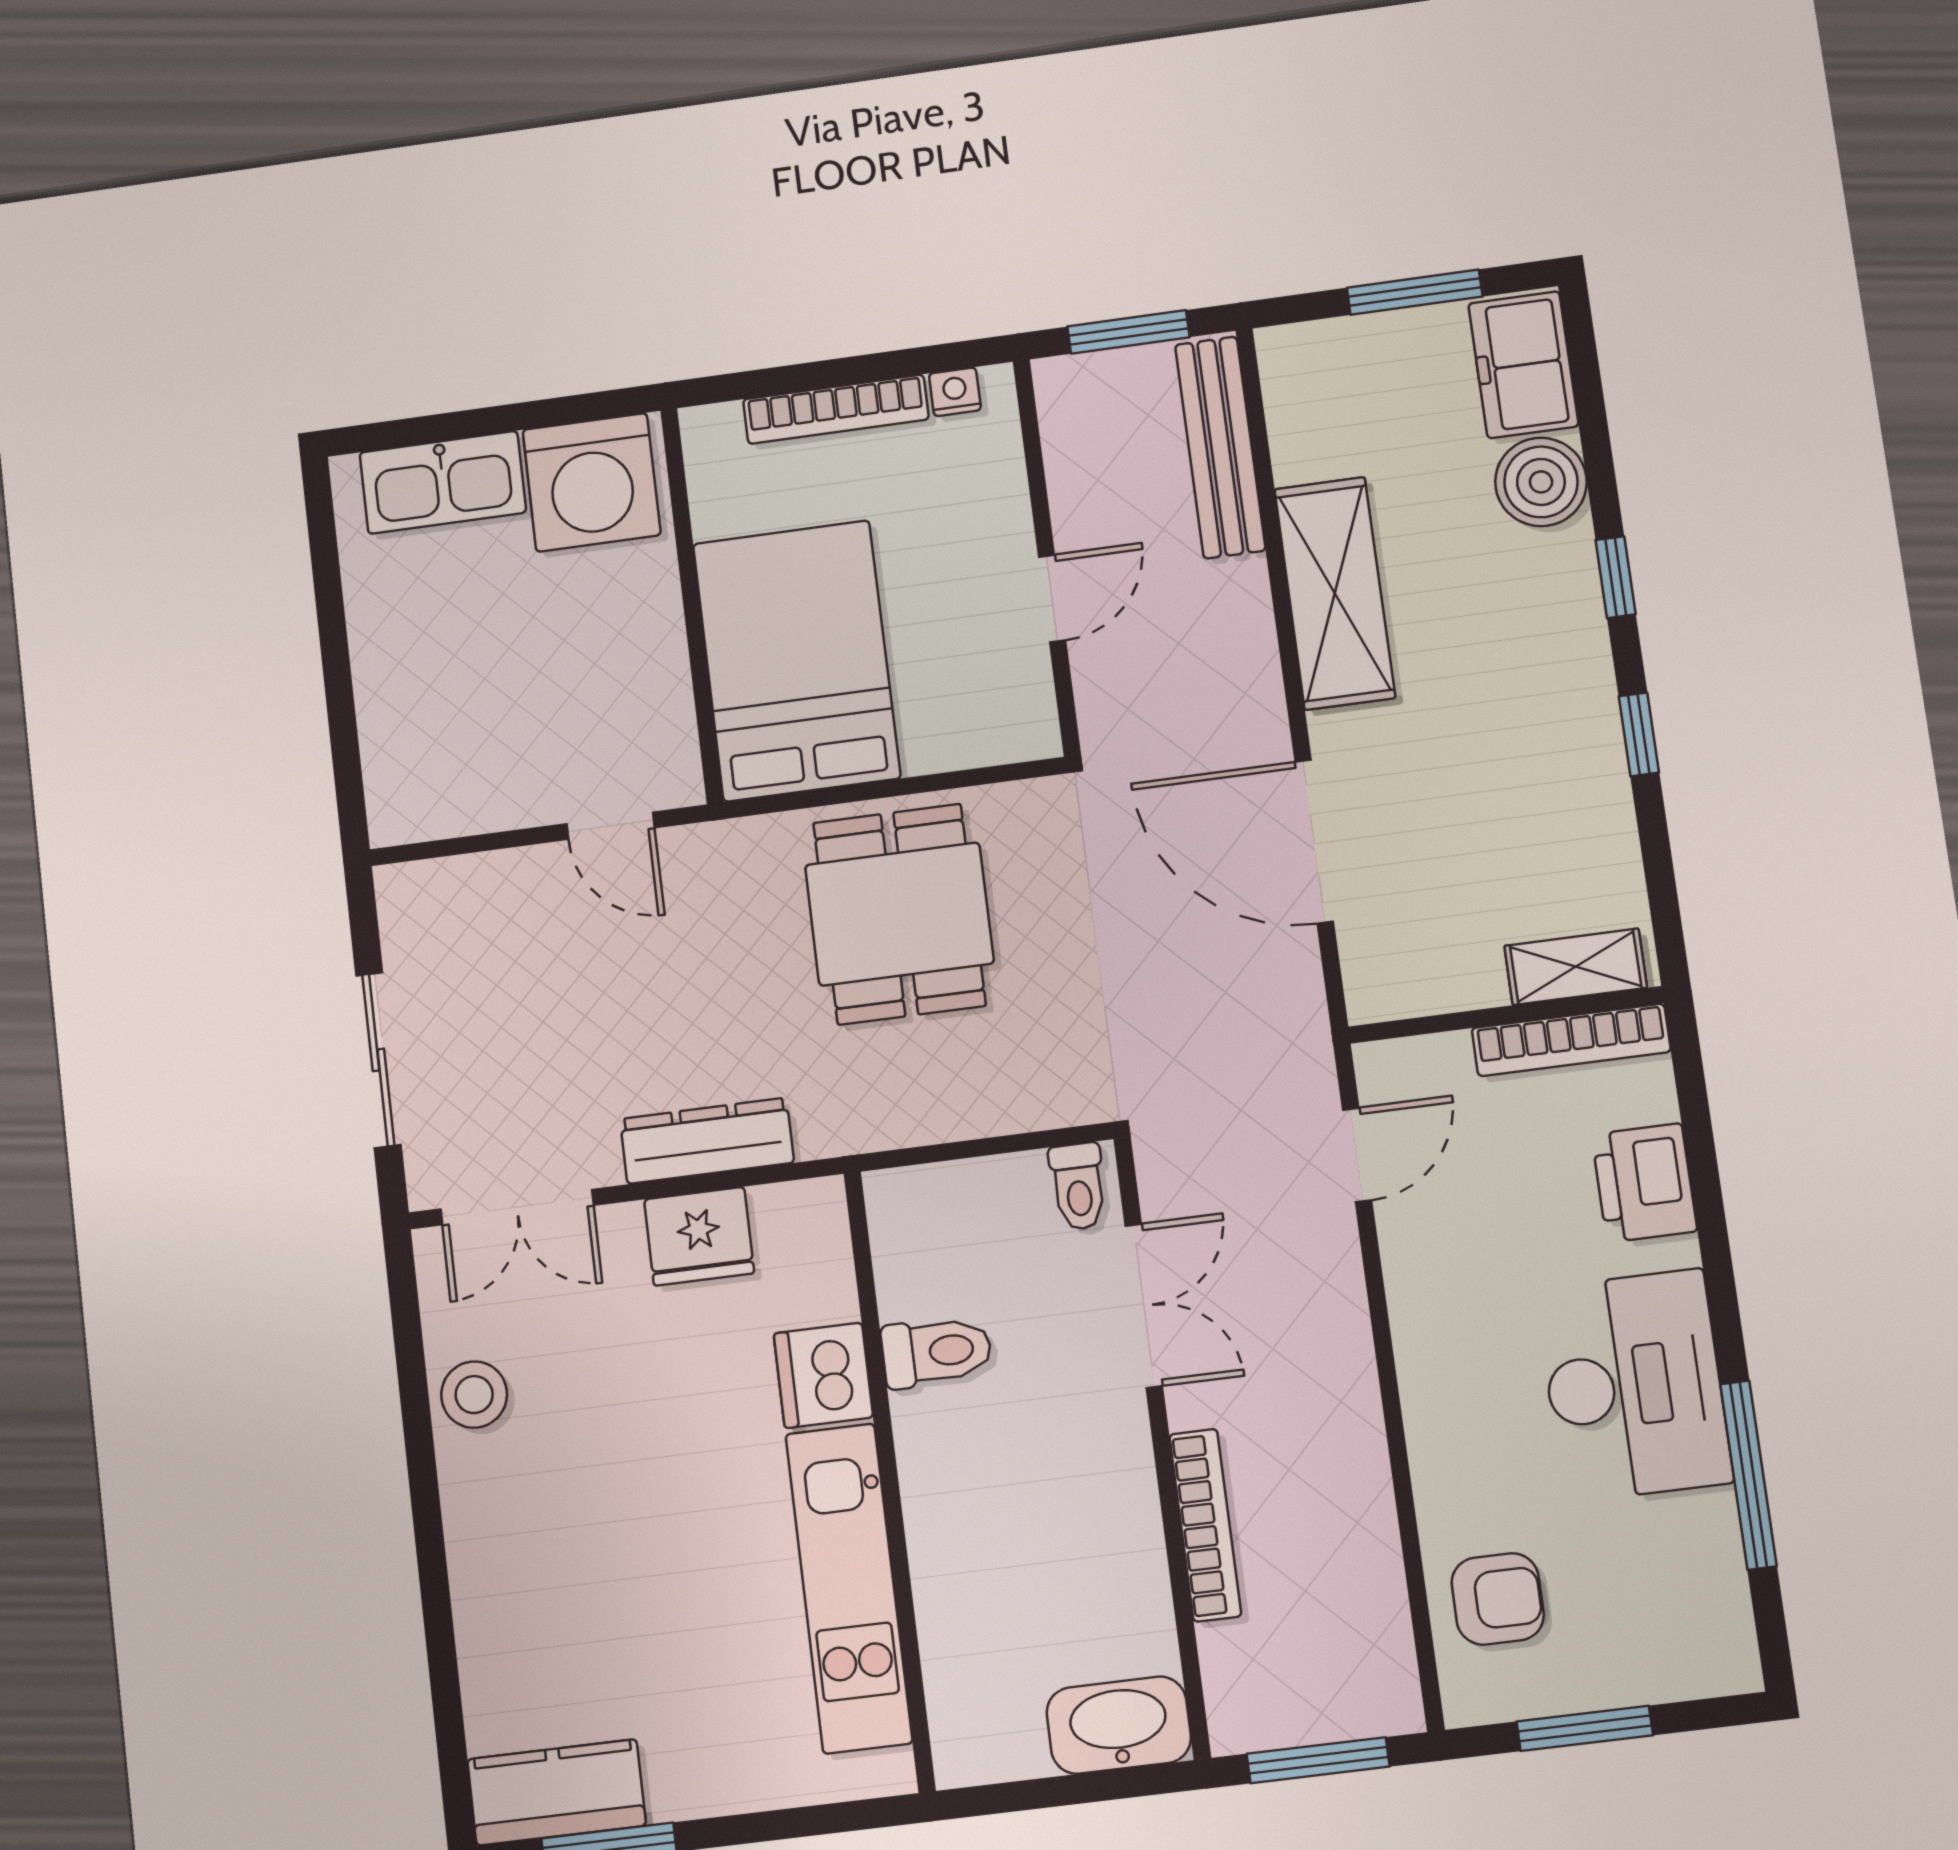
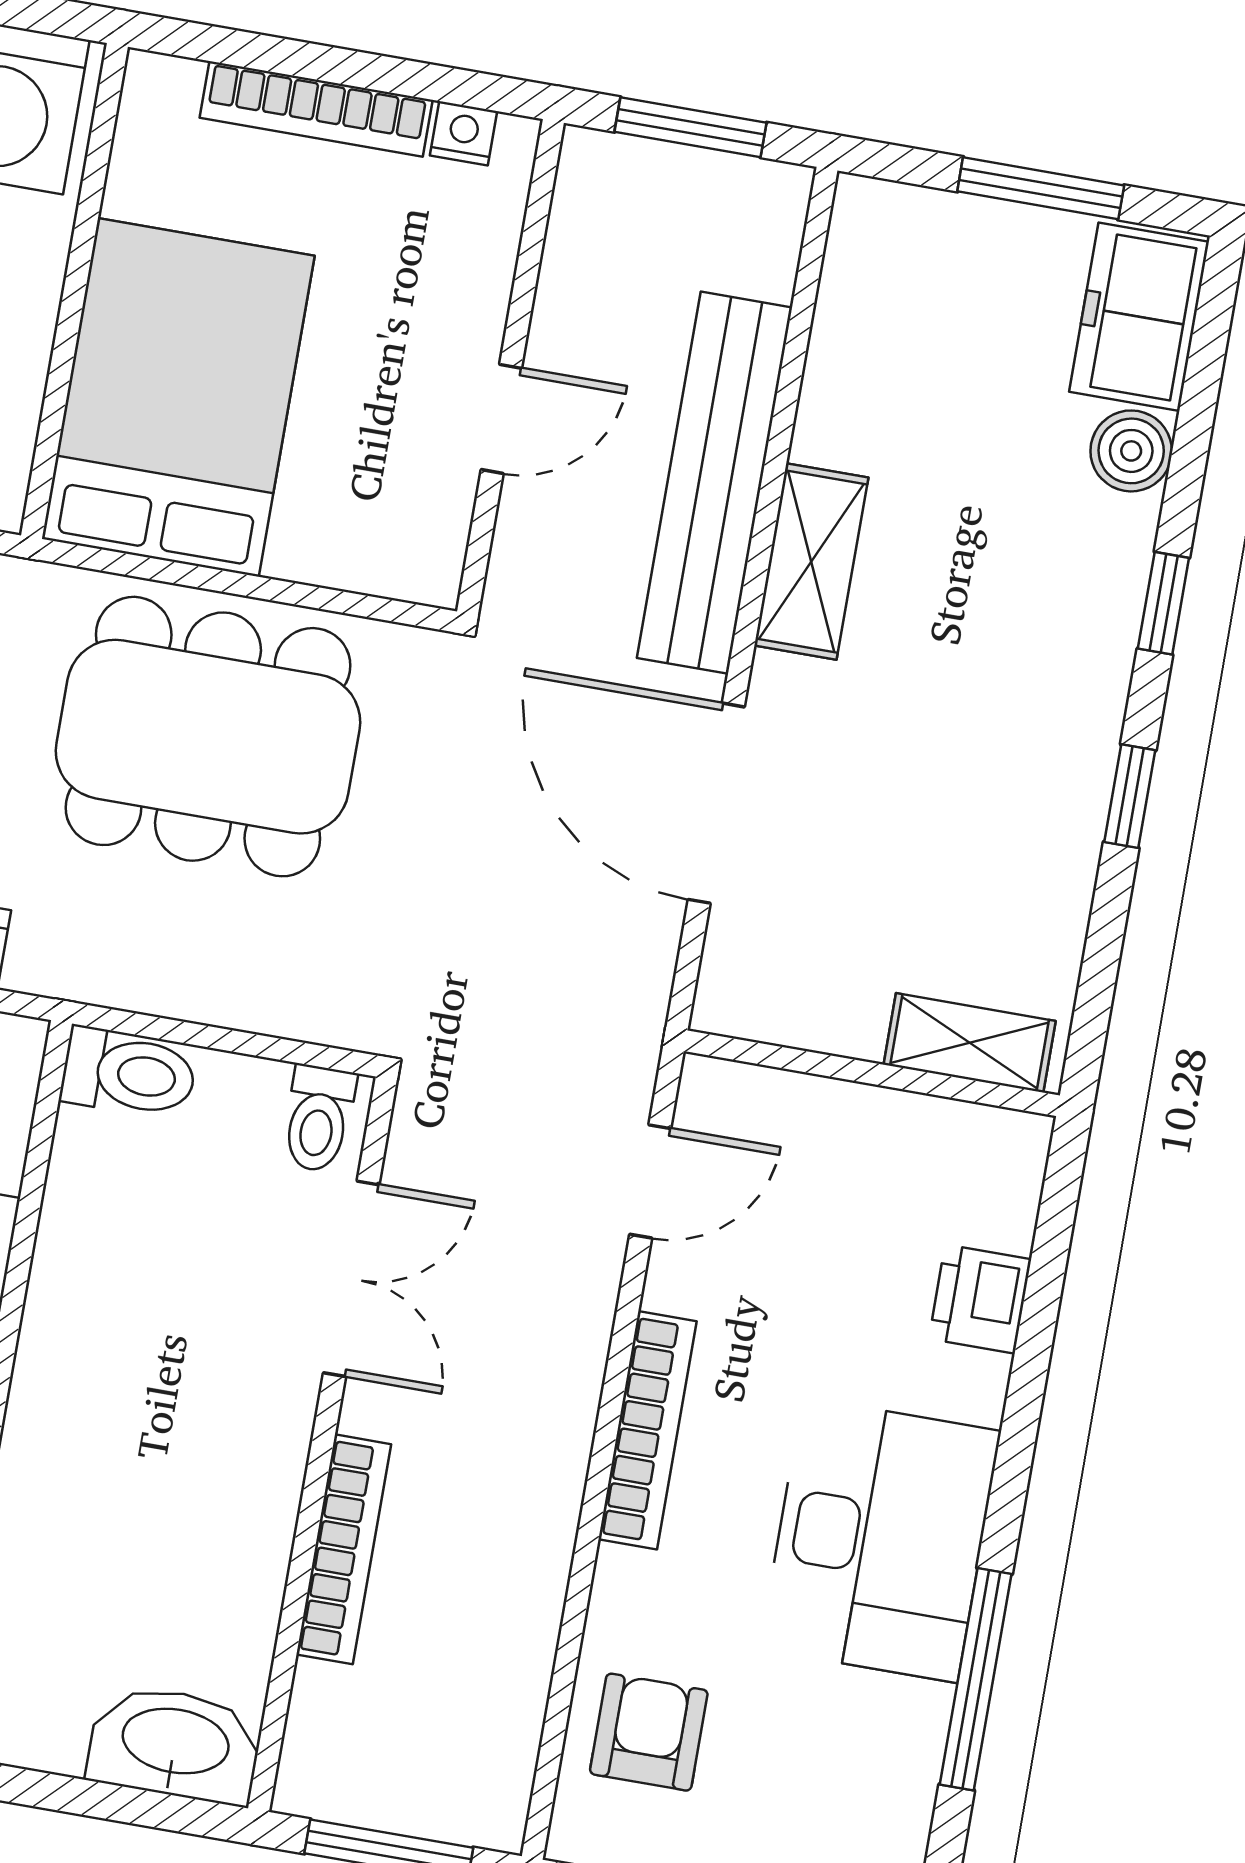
bench: (1220, 447) -> (715, 483), moved, width x1.37, depth x1.21
boiler: (1541, 482) -> (1131, 451), width x0.73, depth x0.73
shelving: (1335, 593) -> (811, 562), width x0.67, depth x0.75
dining table: (899, 914) -> (208, 737), width x1.38
bookcase: (1571, 1040) -> (648, 1430), moved, turned -90
printer: (1644, 1183) -> (980, 1299), width x0.73, depth x0.81
toilet: (937, 1352) -> (129, 1073), moved
armchair: (1498, 1599) -> (649, 1732), turned -90

